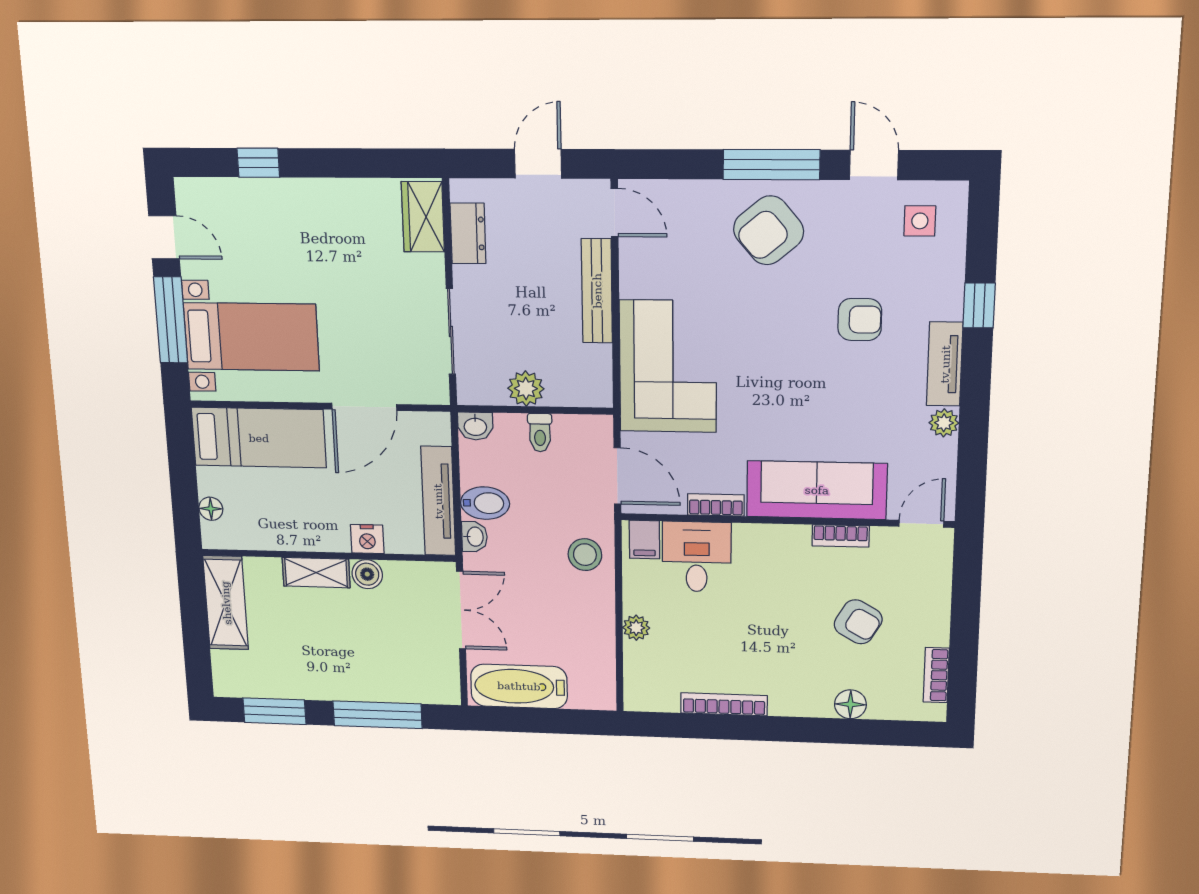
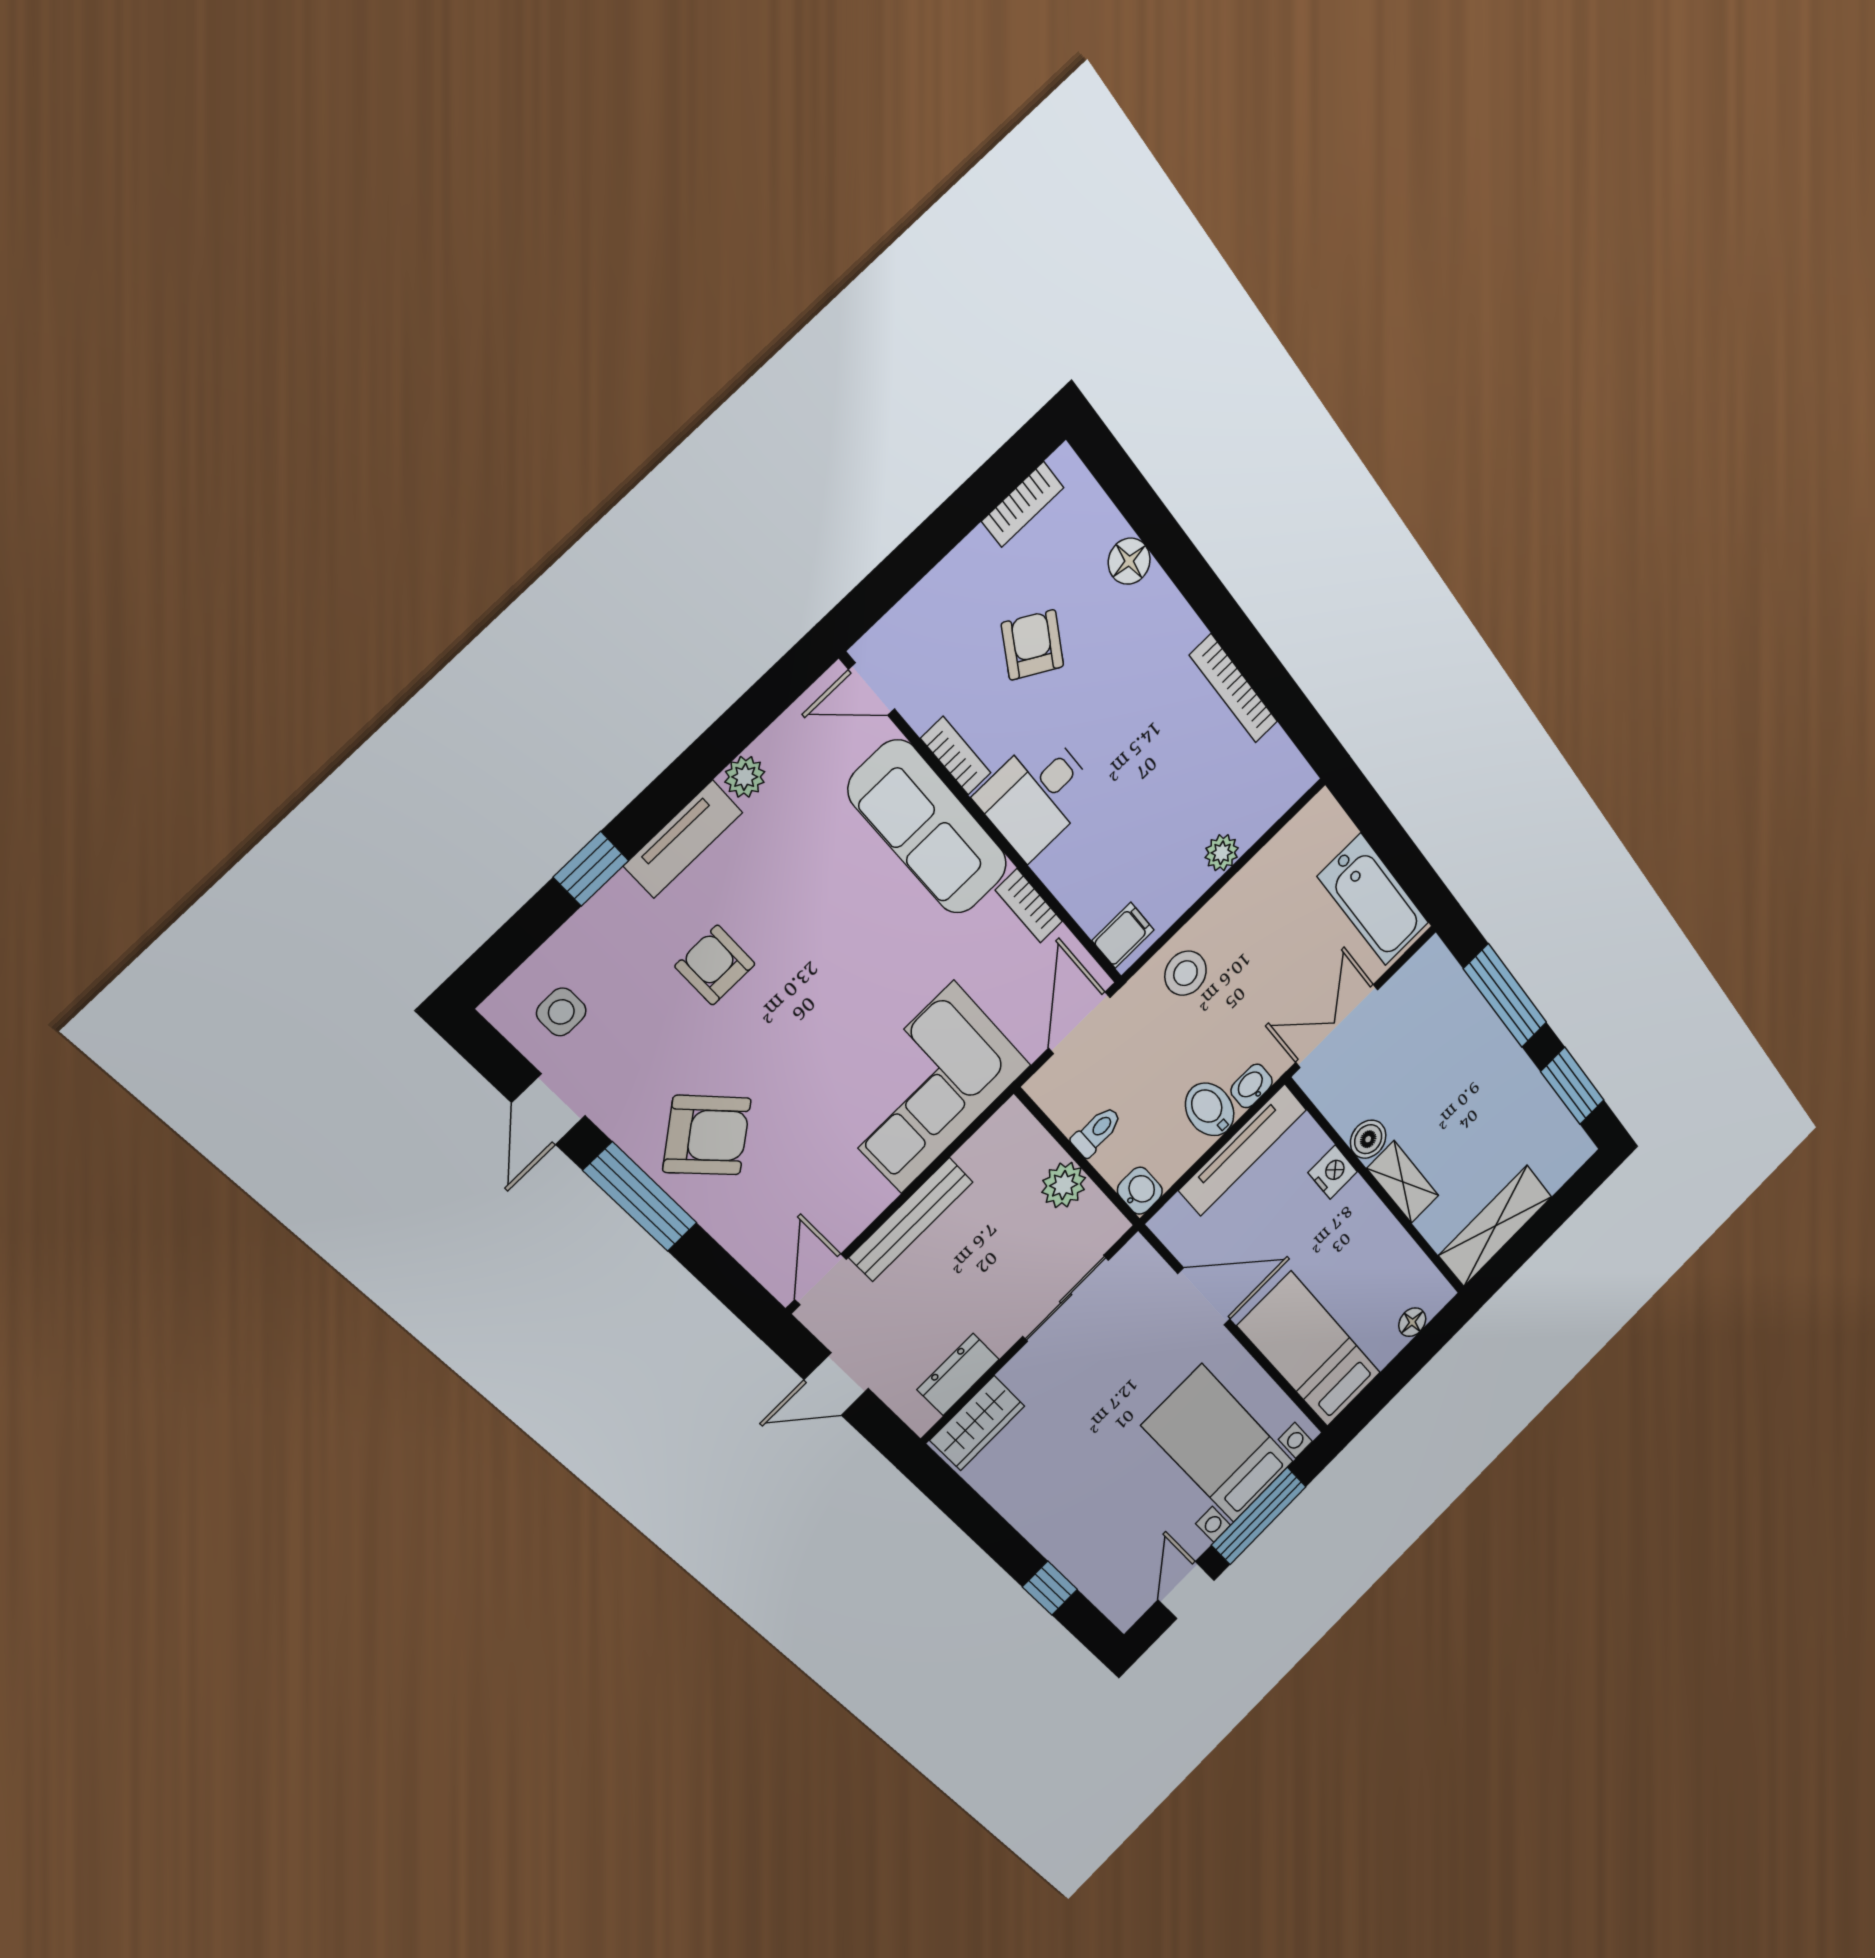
desk: (697, 557) -> (1037, 795), moved

